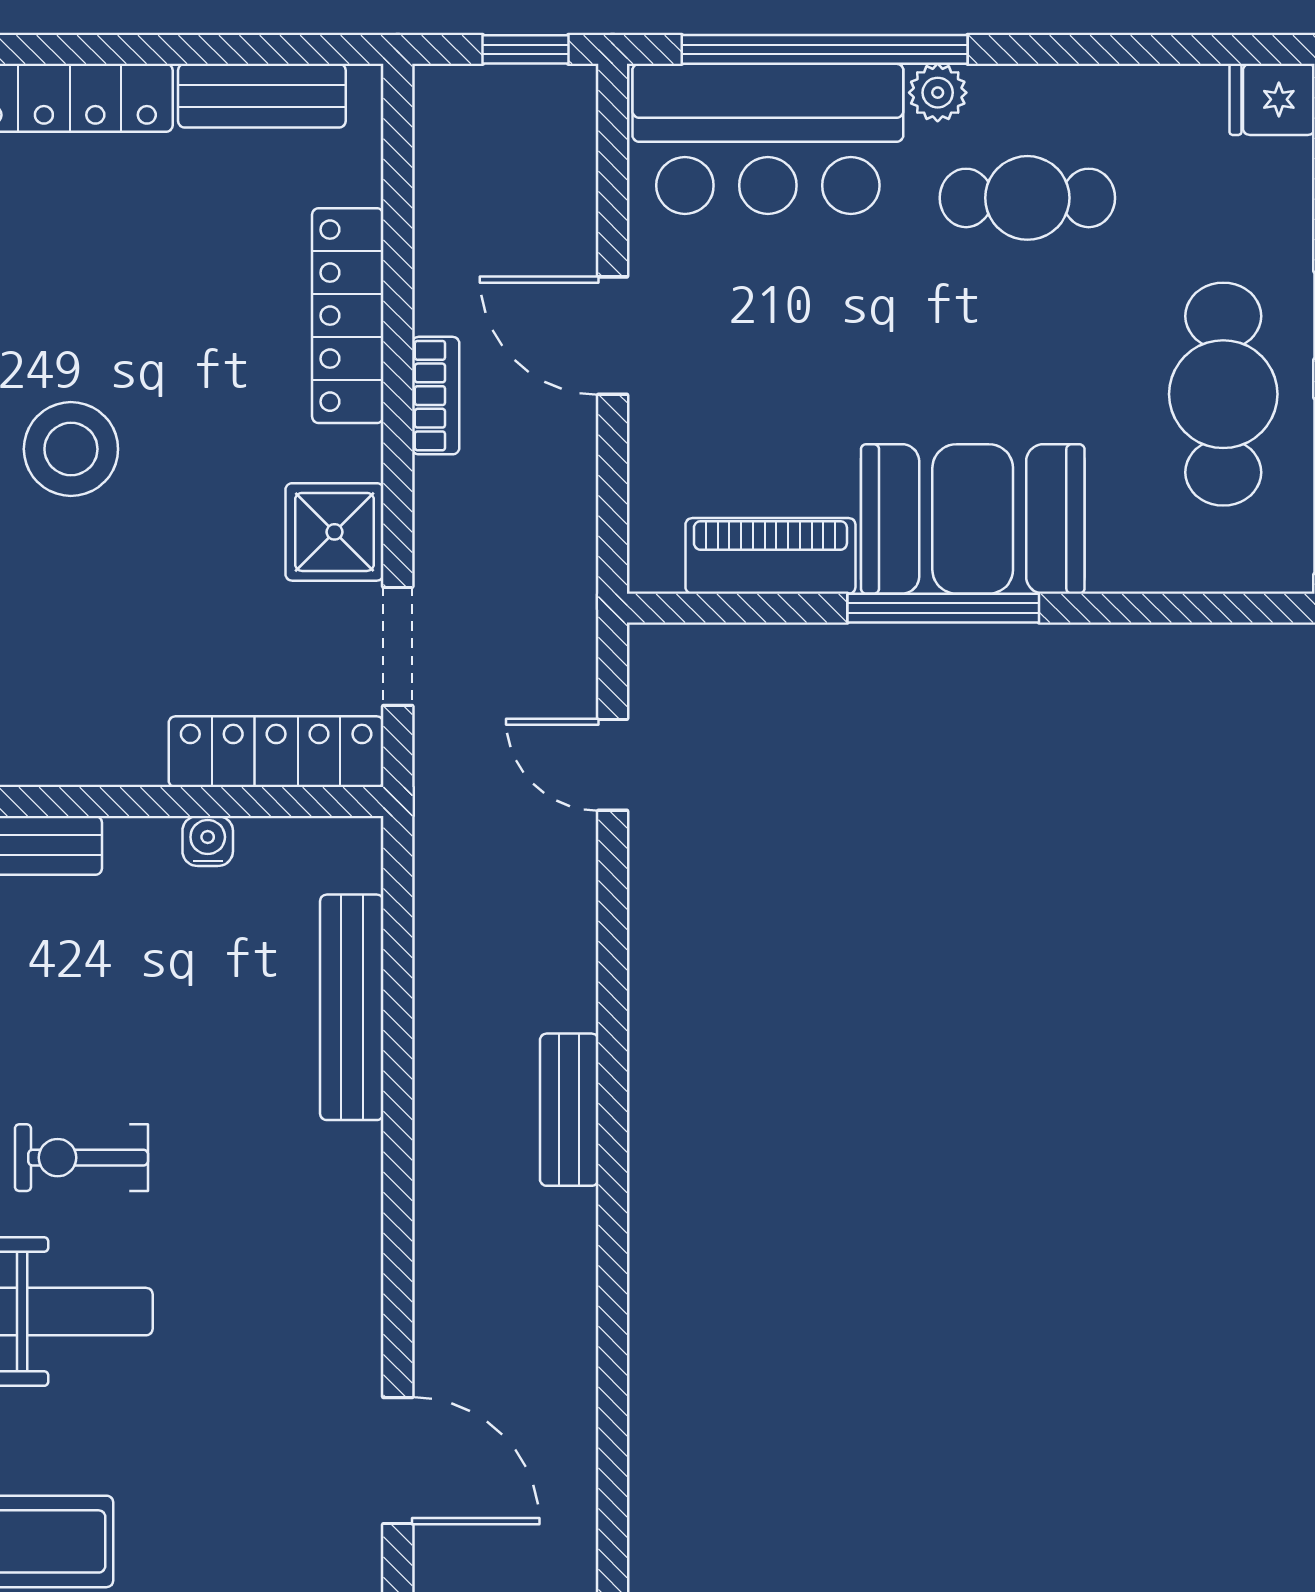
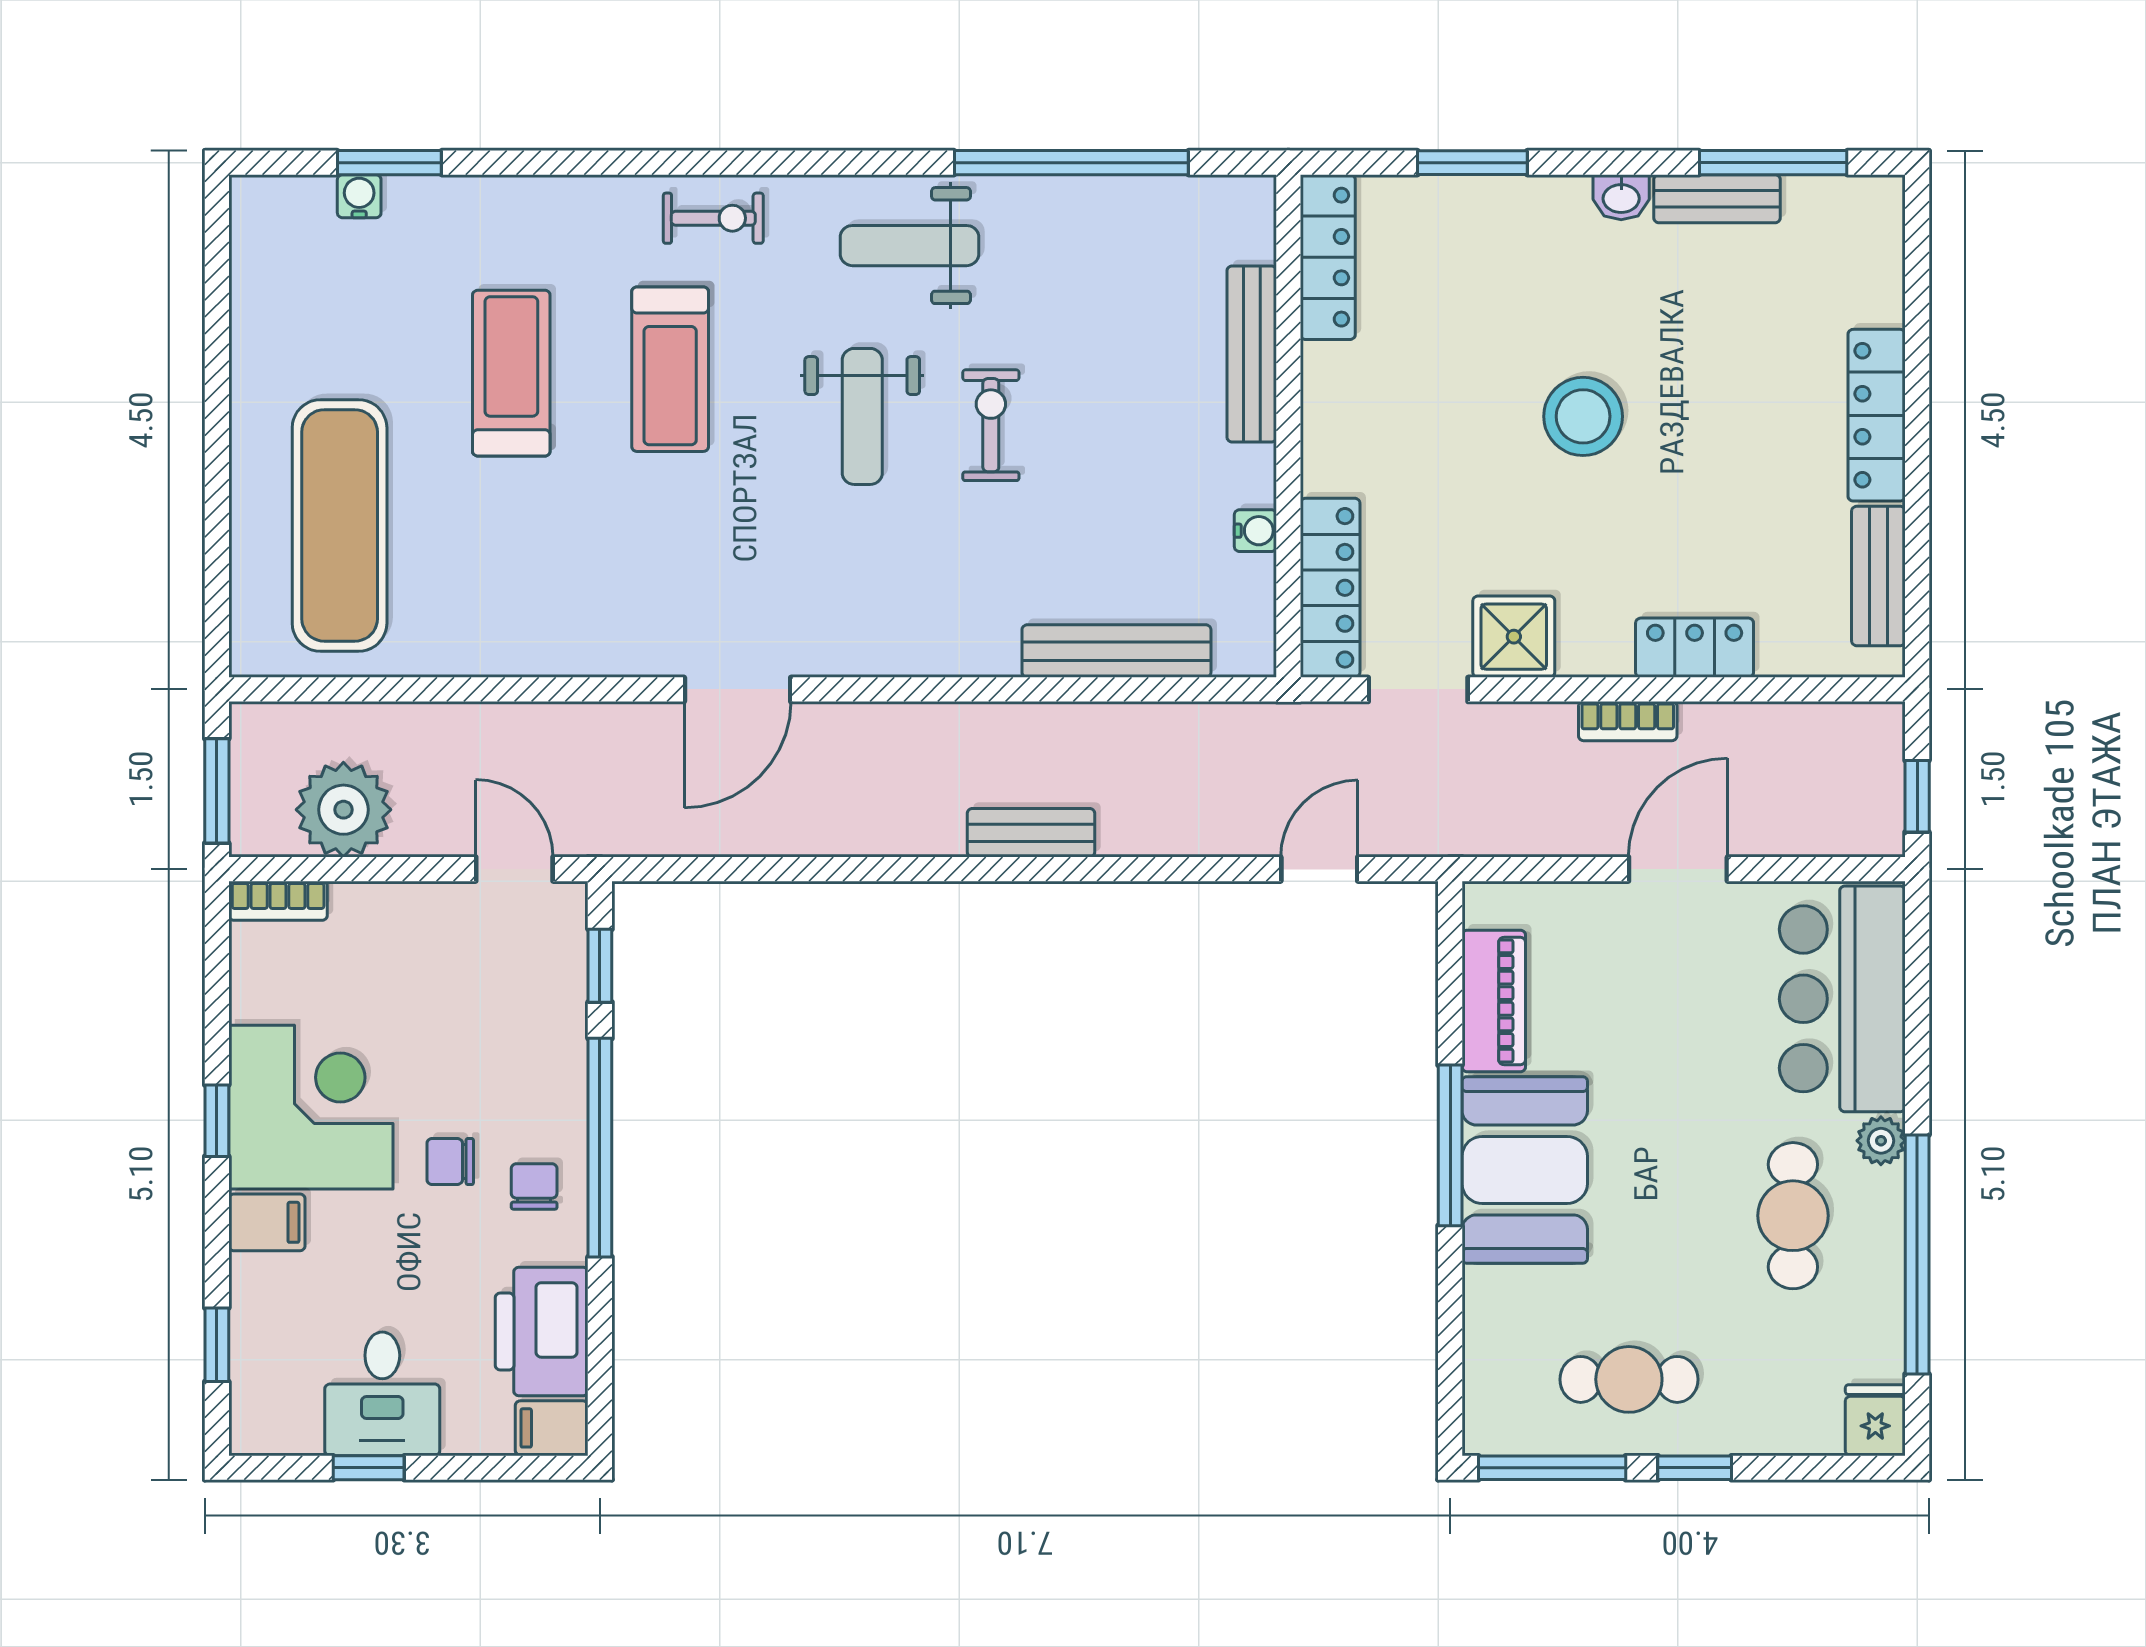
window: (825, 49) -> (1917, 1255), moved
locker: (348, 316) -> (1695, 648), width x0.66
cafe table: (1223, 394) -> (1629, 1379), width x0.73, depth x0.74

